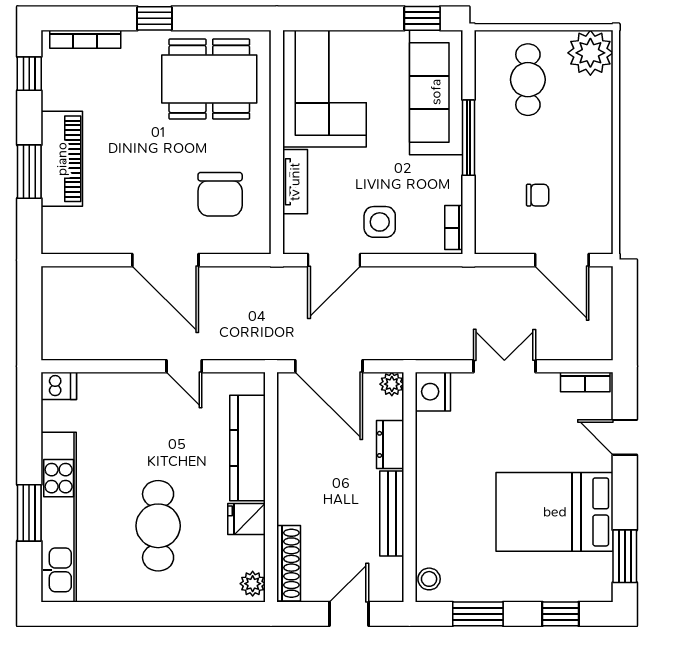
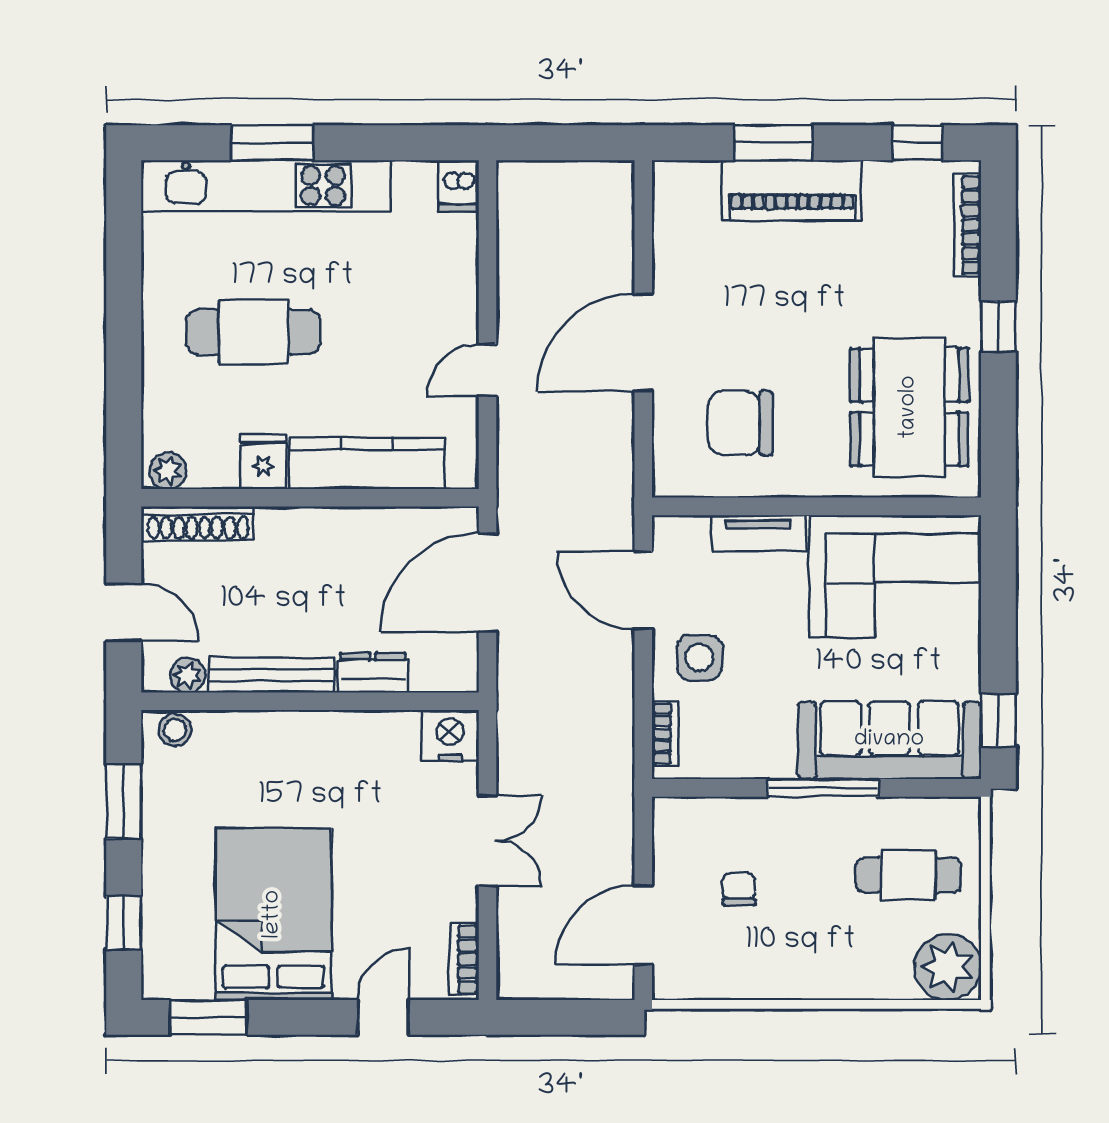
chair: (538, 195) -> (739, 889), turned 180
bookcase: (454, 228) -> (665, 733), moved, turned 90
plant: (392, 384) -> (188, 675), moved

